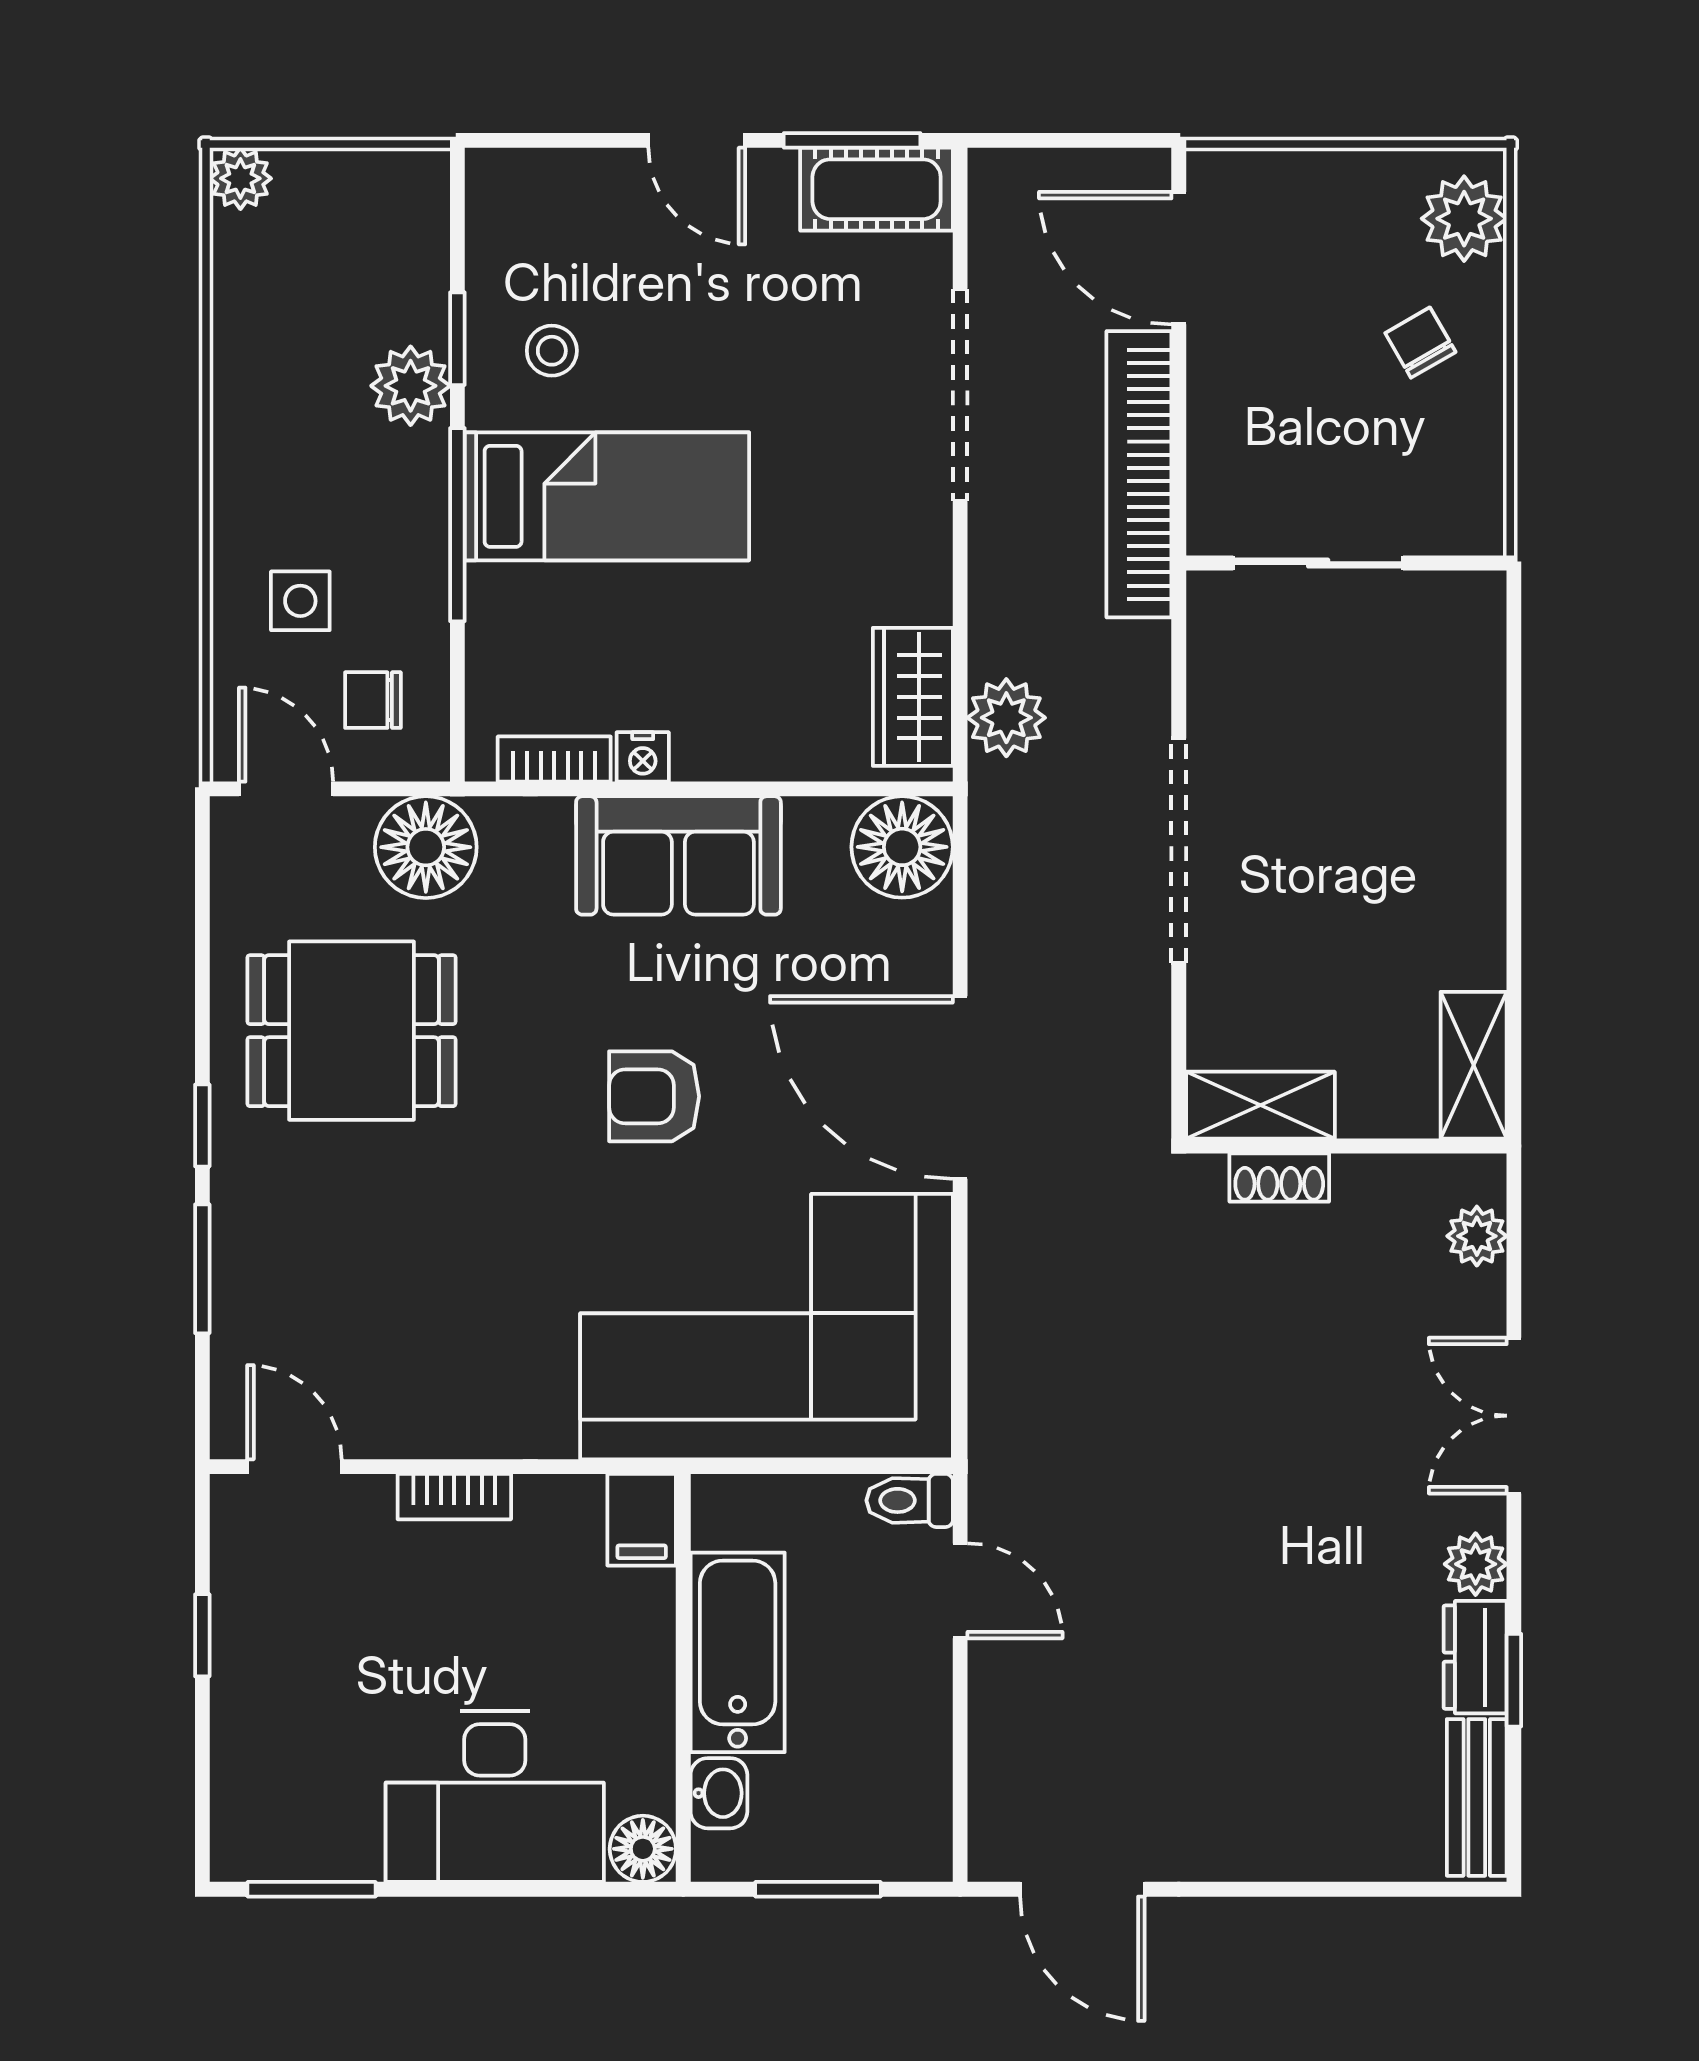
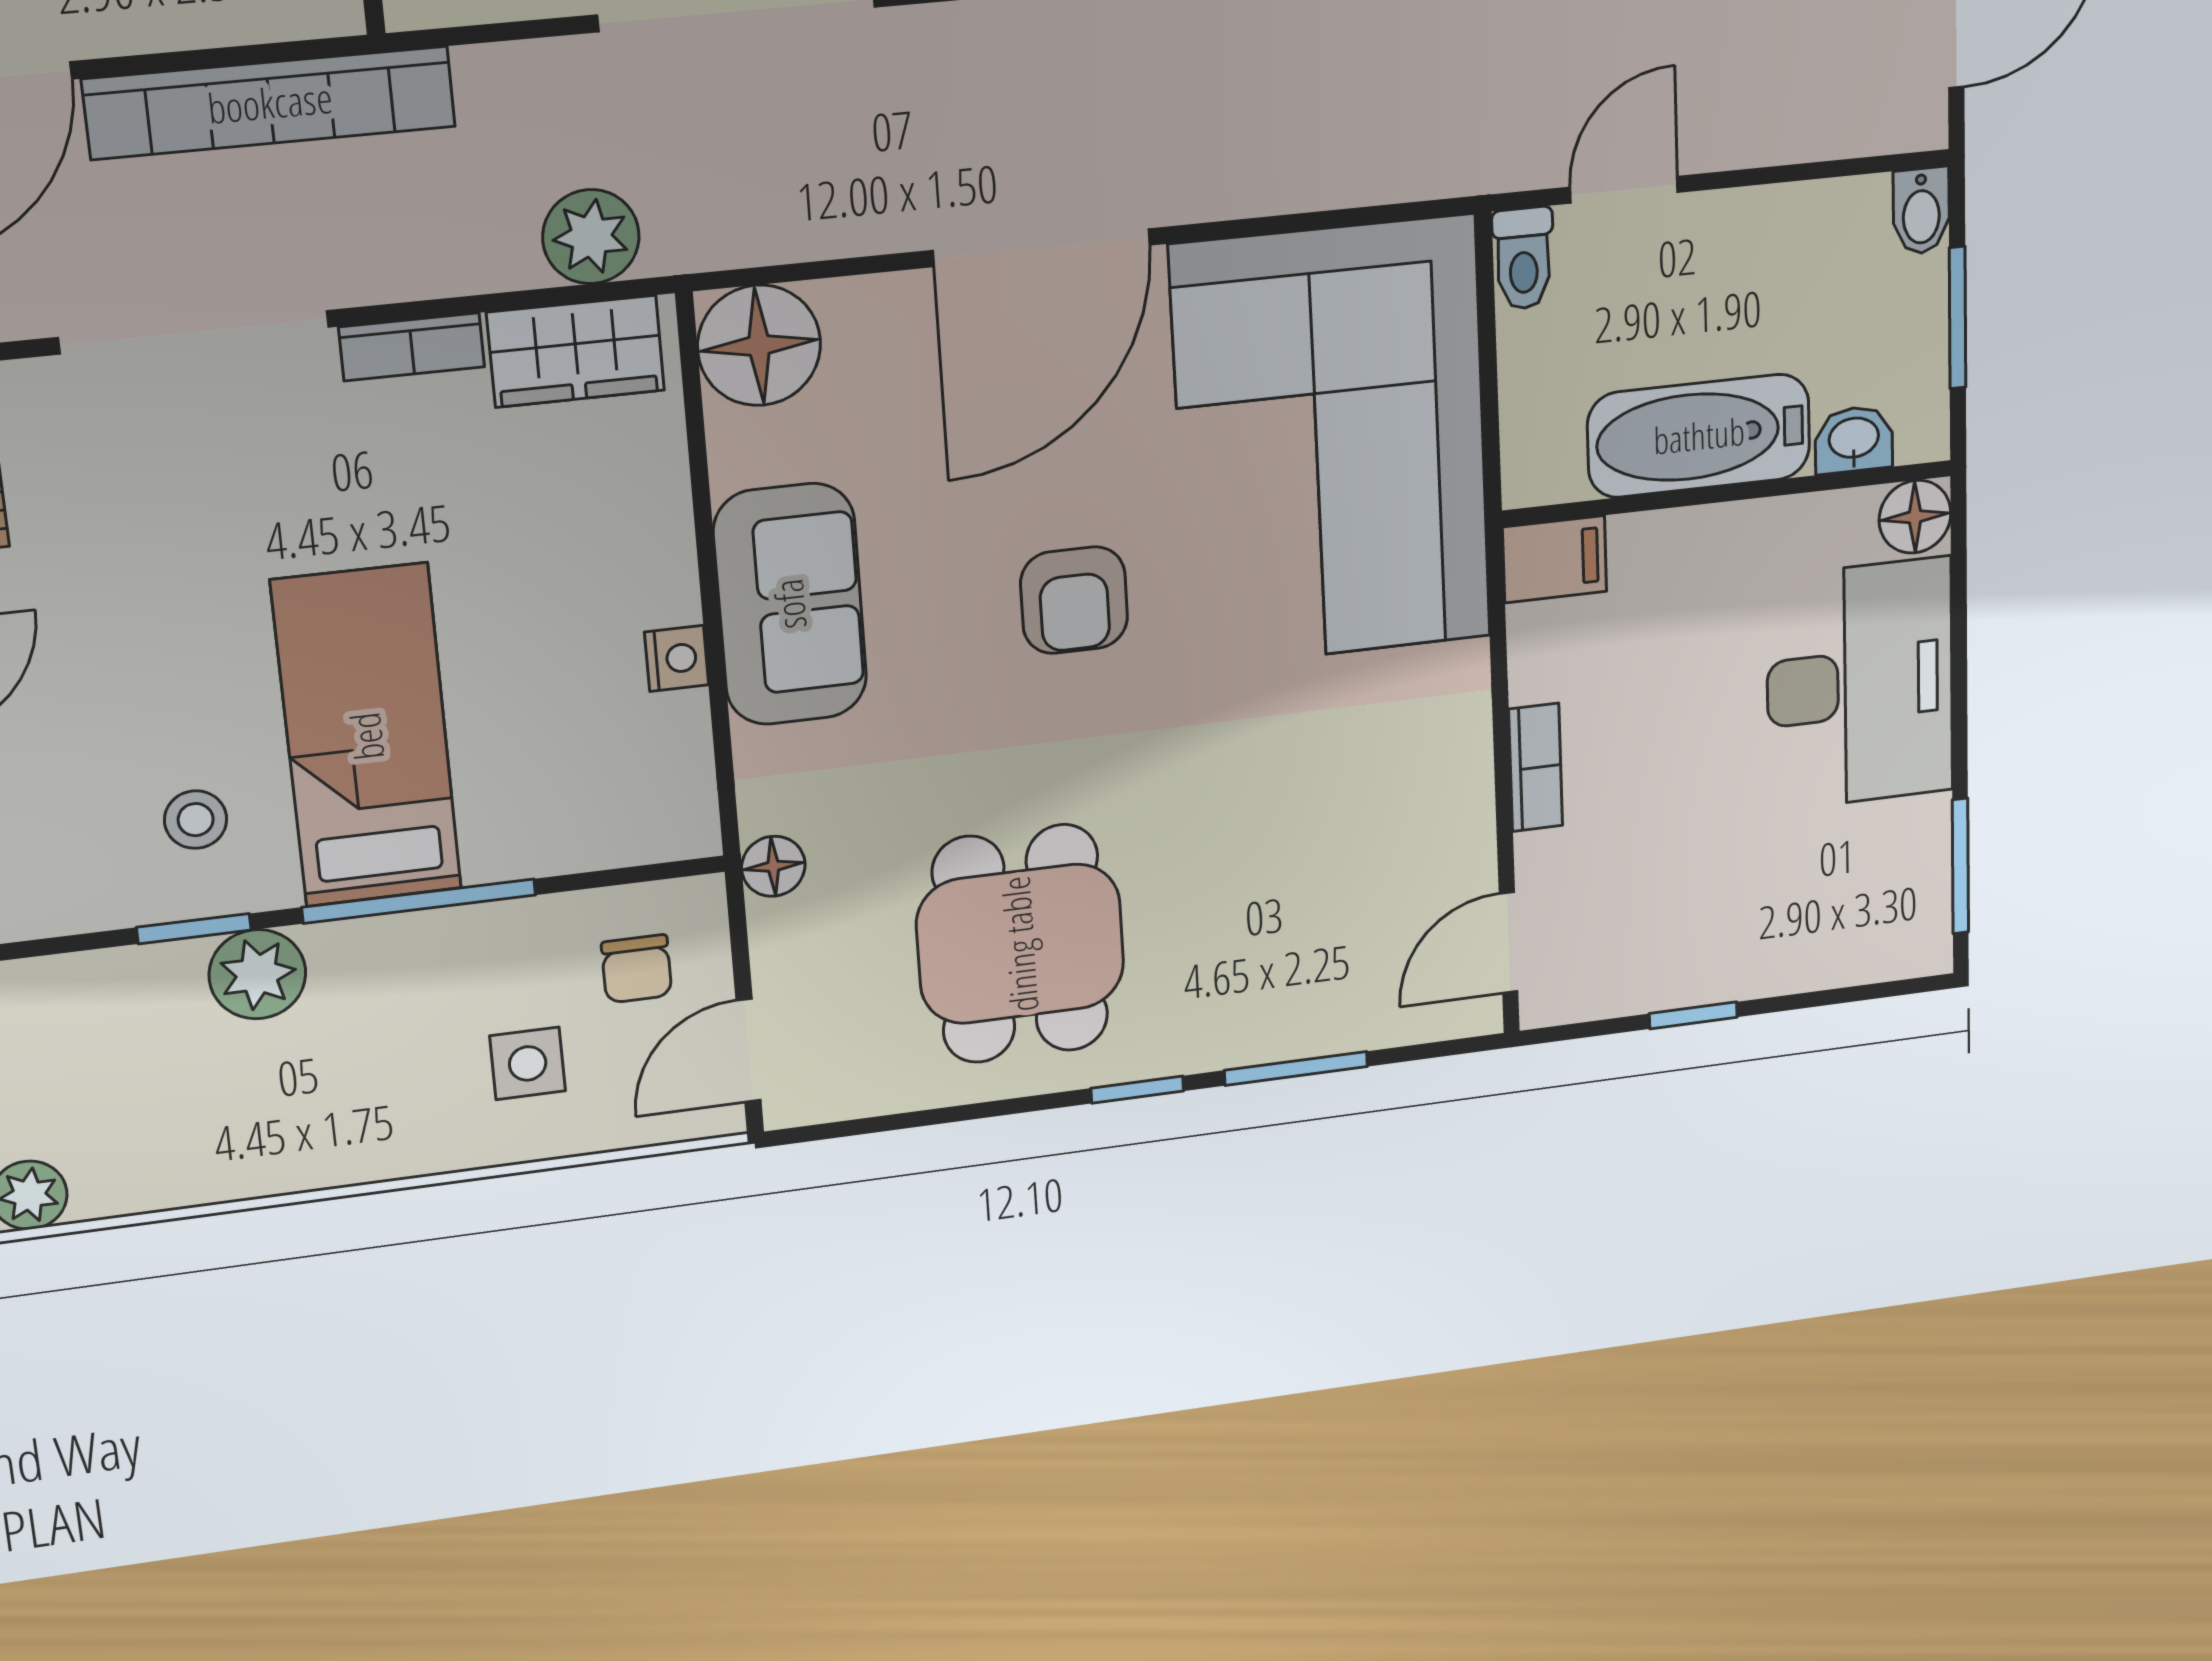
bookcase: (554, 759) -> (412, 347), moved, turned -90
floor lamp: (426, 847) -> (773, 866), width x0.53, depth x0.53
bidet: (916, 1857) -> (1921, 211), added

